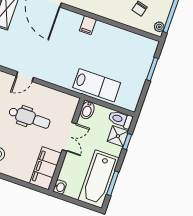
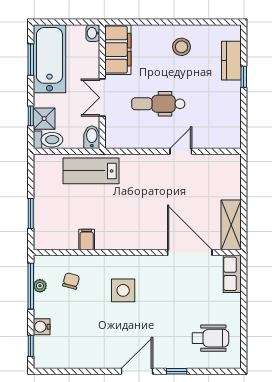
filing cabinet: (88, 25) -> (87, 239), moved
plant: (159, 27) -> (40, 286), moved

